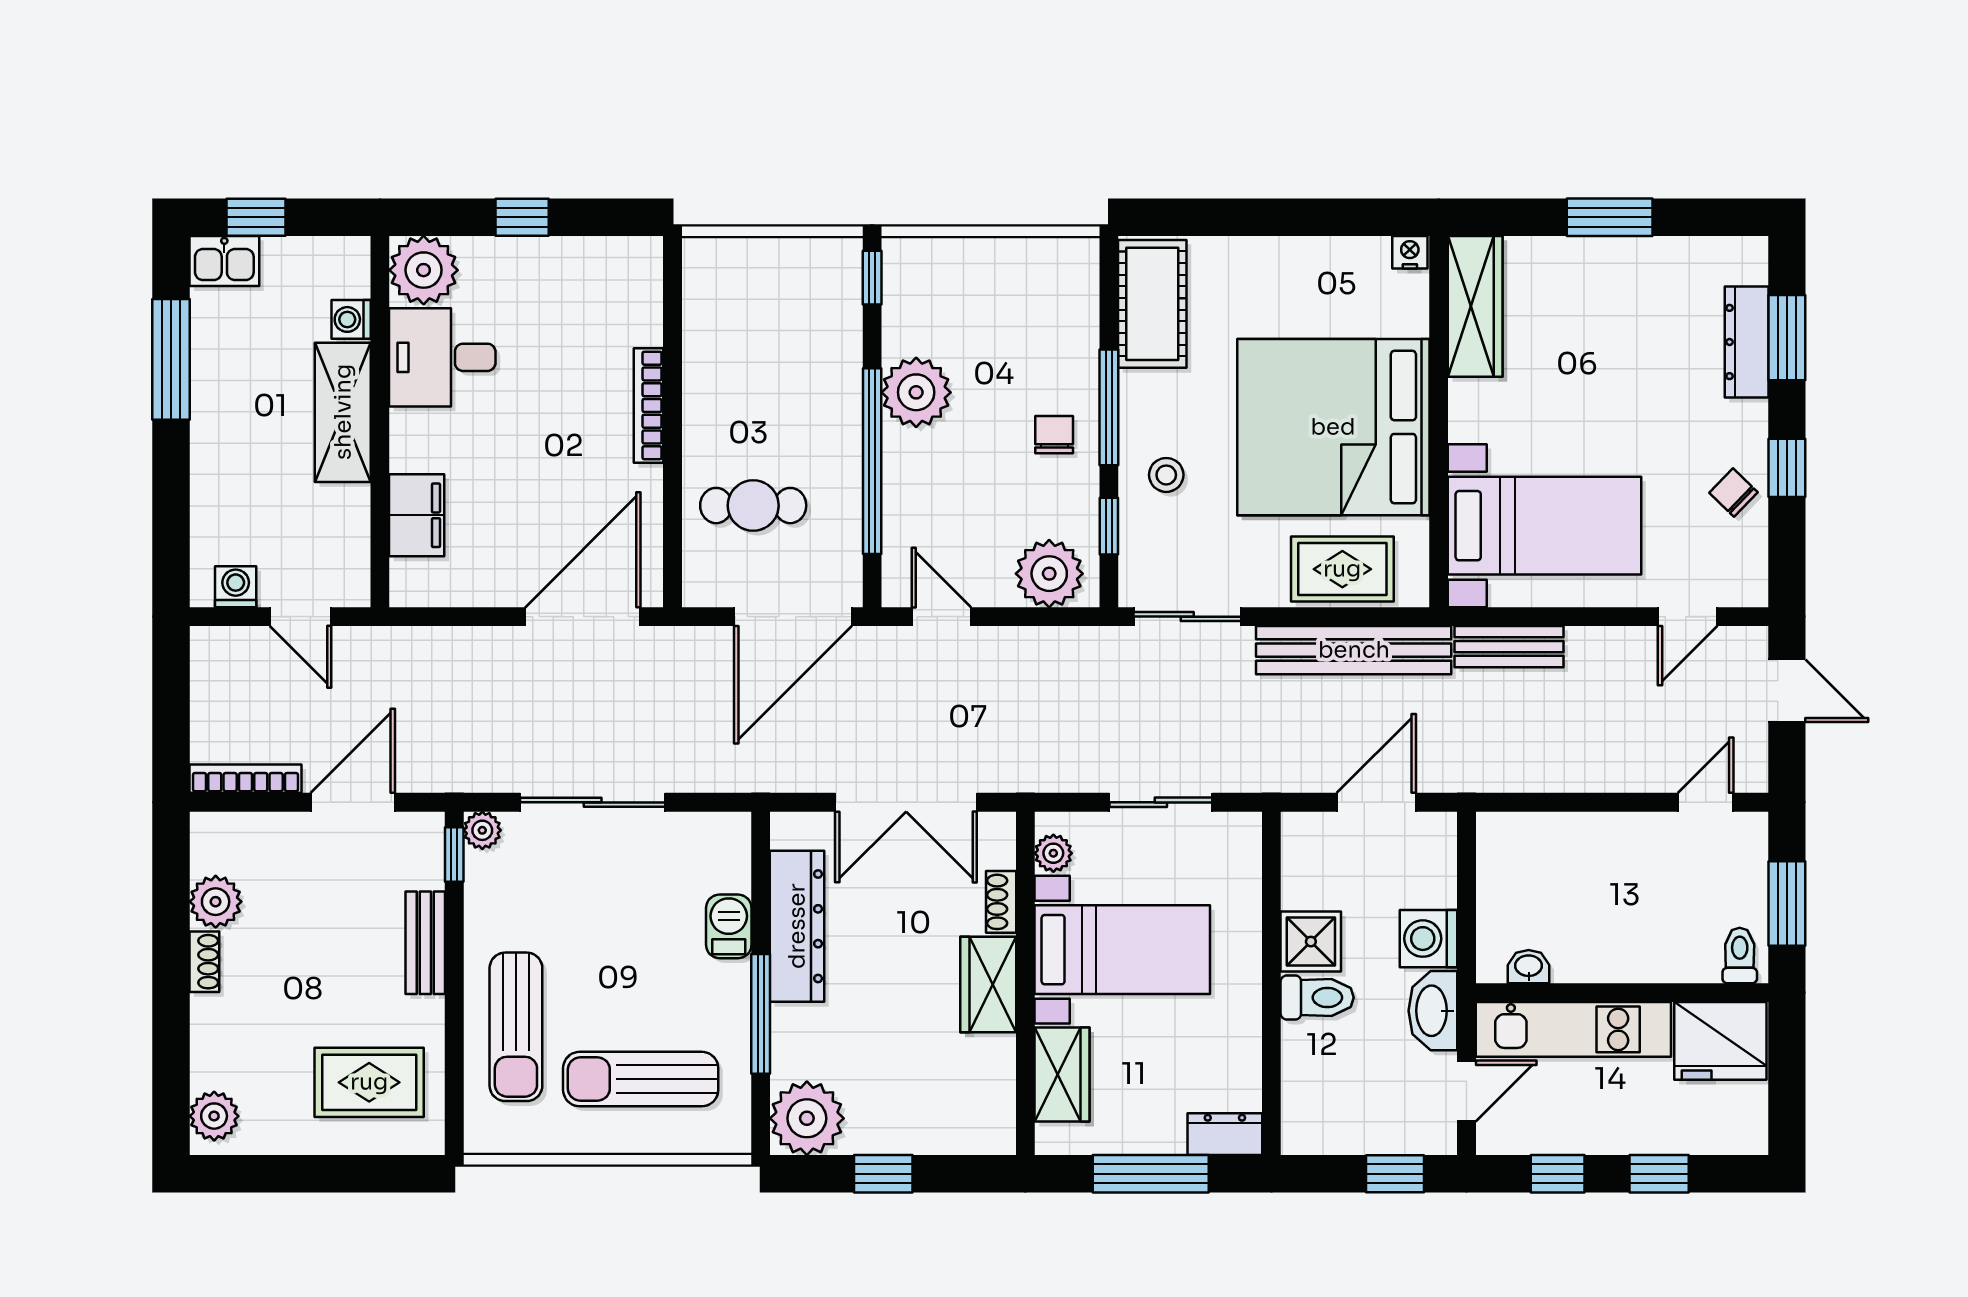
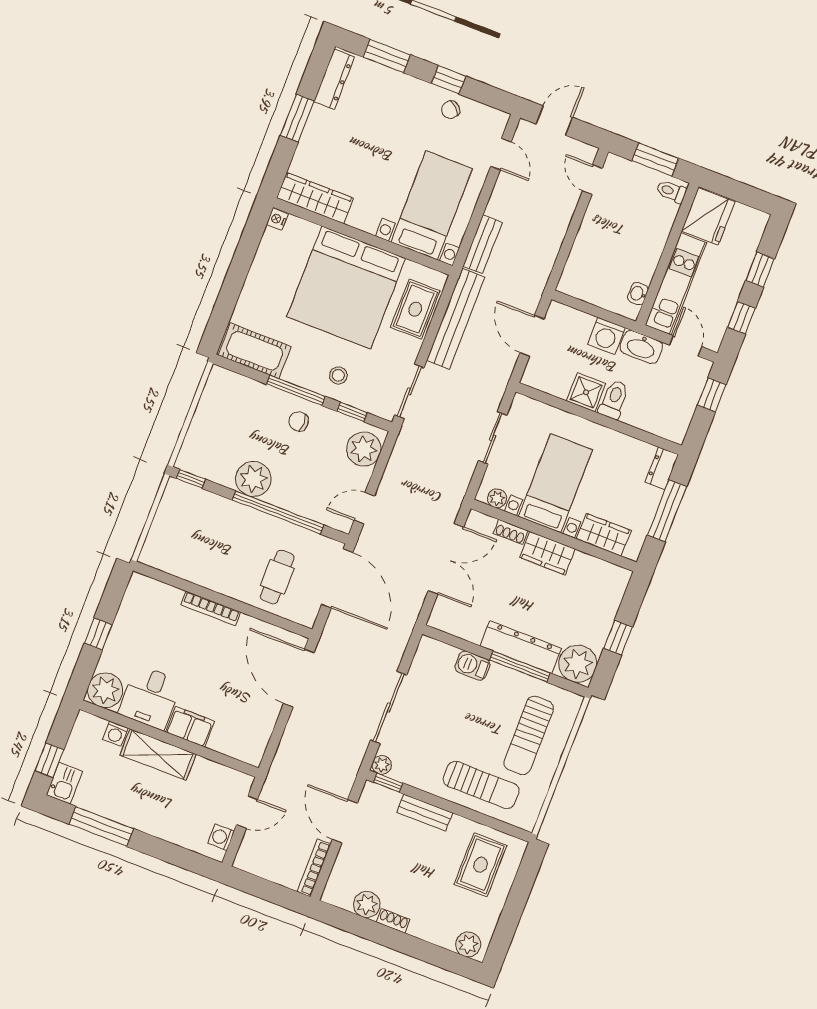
dresser: (1747, 342) -> (334, 79), moved, turned -90
filing cabinet: (417, 515) -> (190, 727), moved
dresser: (797, 926) -> (521, 647), moved

